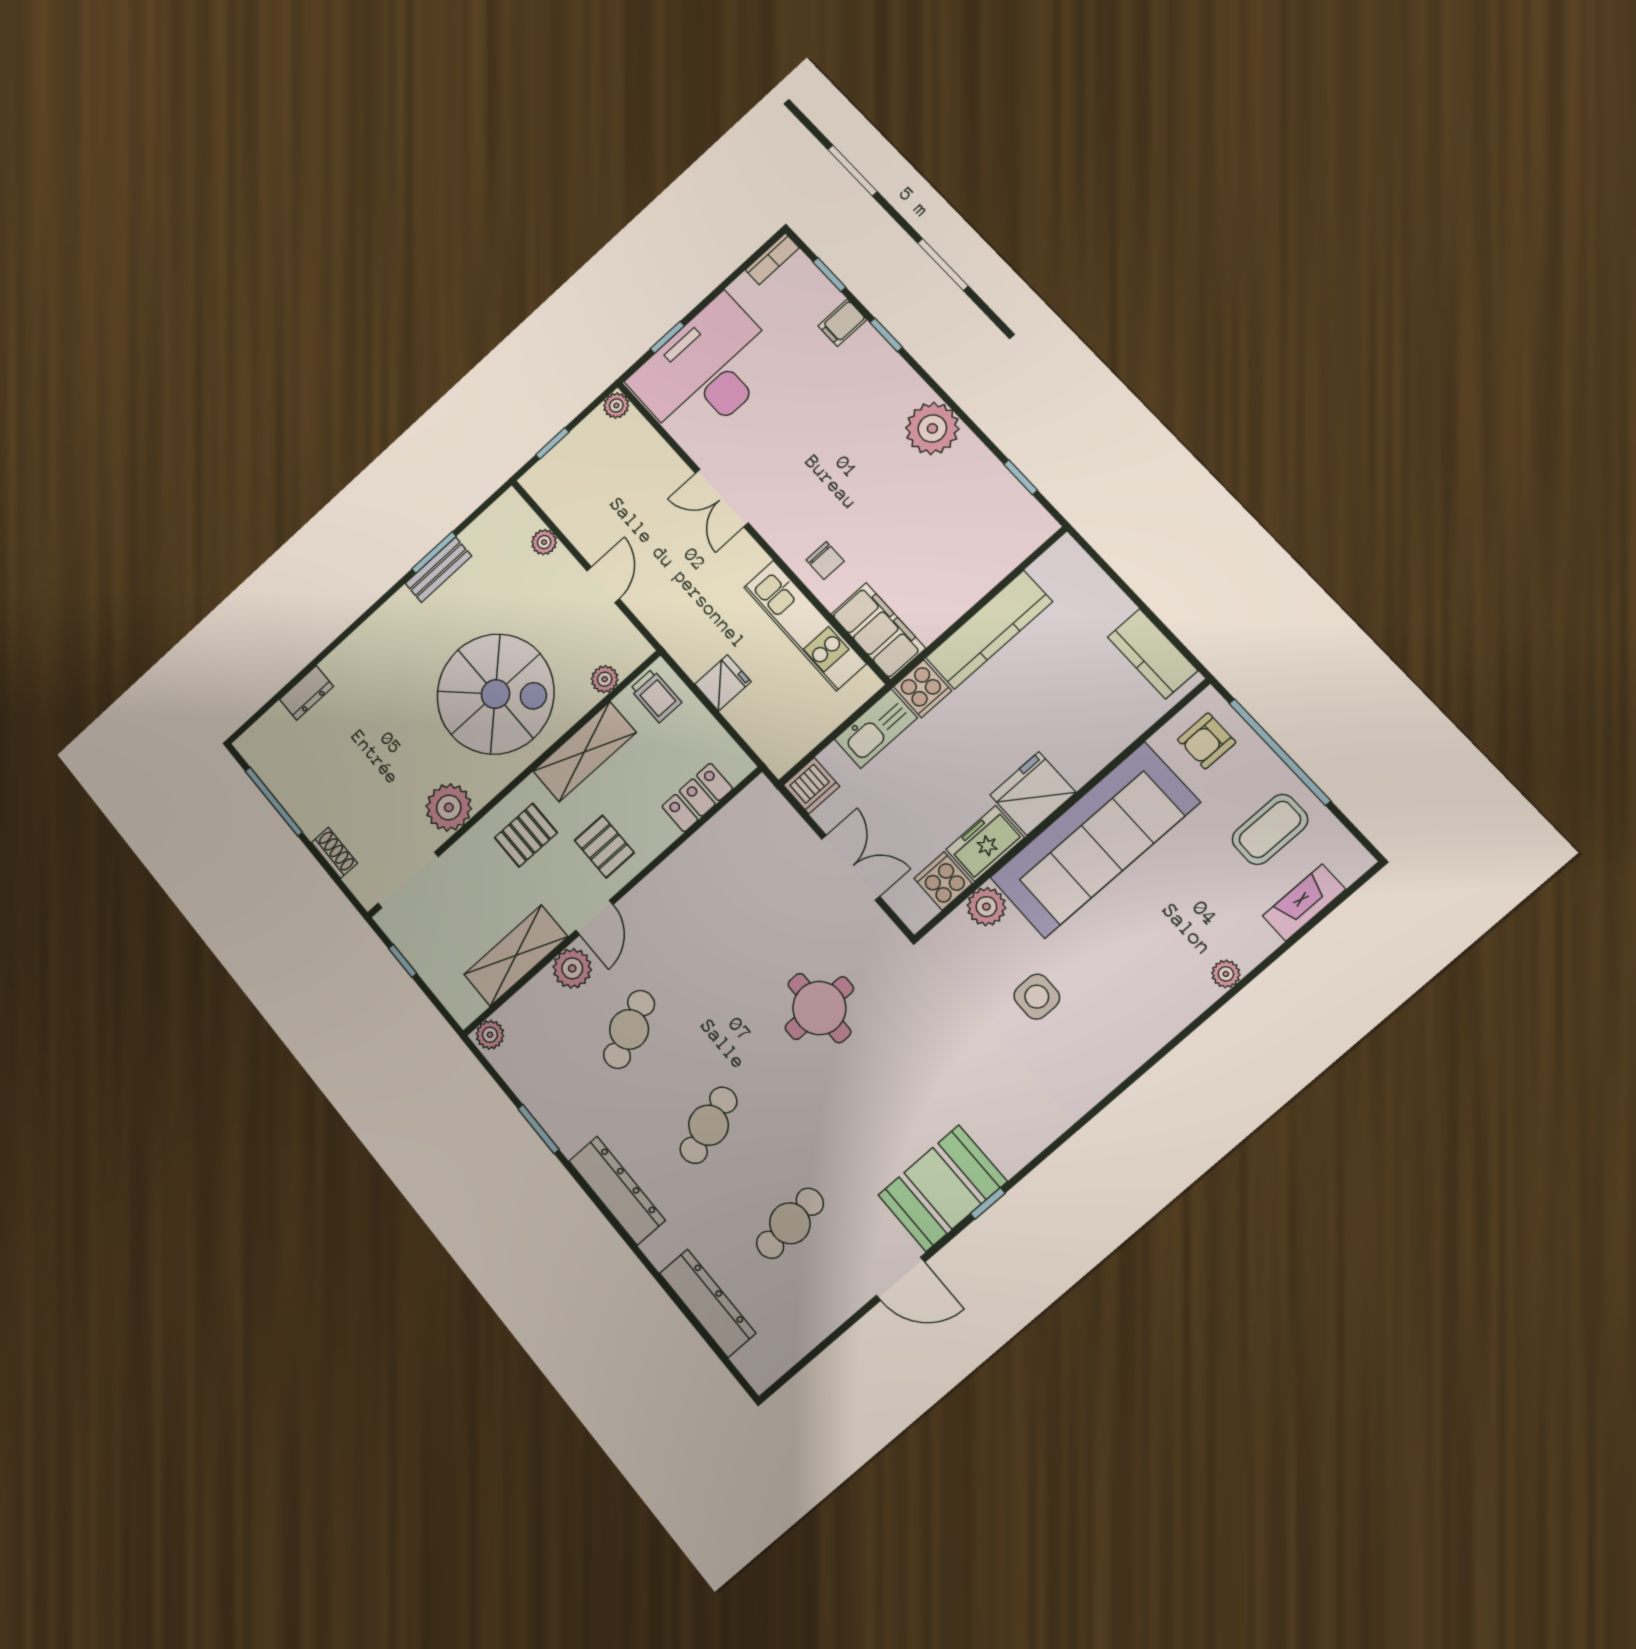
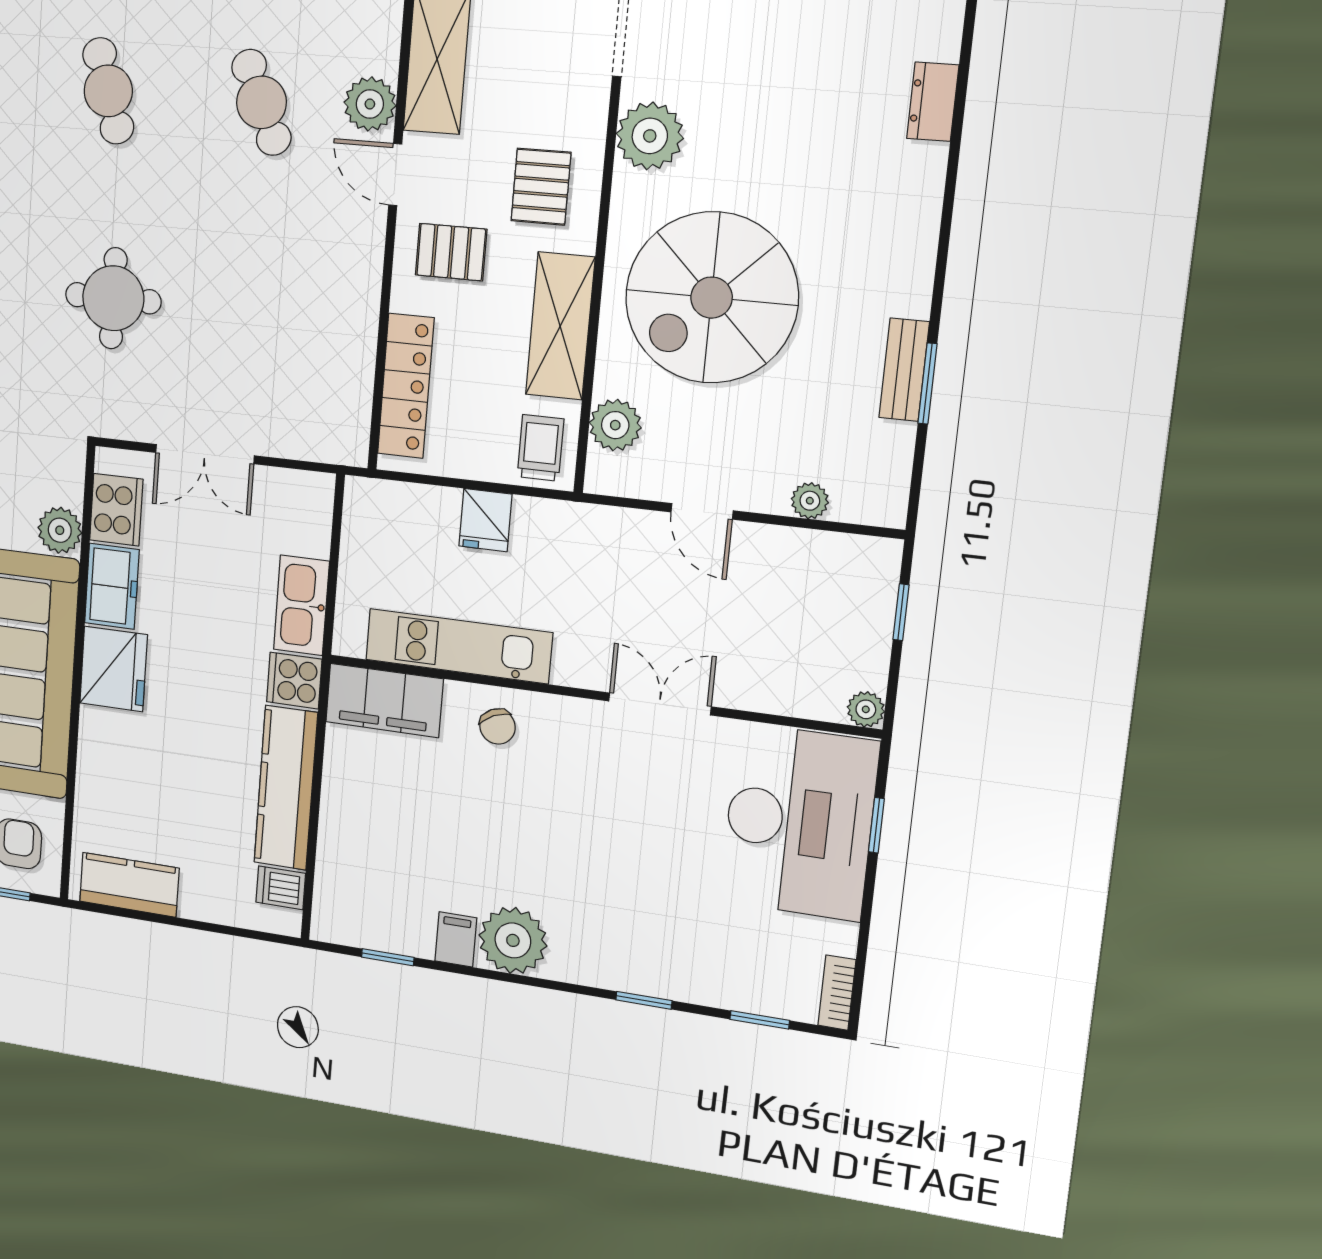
filing cabinet: (842, 323) -> (456, 939), moved
chair: (825, 561) -> (497, 726), turned -115
plant: (605, 679) -> (615, 425), width x1.38, depth x1.38
trolley: (656, 696) -> (541, 448), turned 90
dishwasher: (811, 786) -> (281, 888), moved, width x0.73
locker: (697, 798) -> (406, 386), width x1.53
cooker: (943, 881) -> (116, 510), width x1.36

